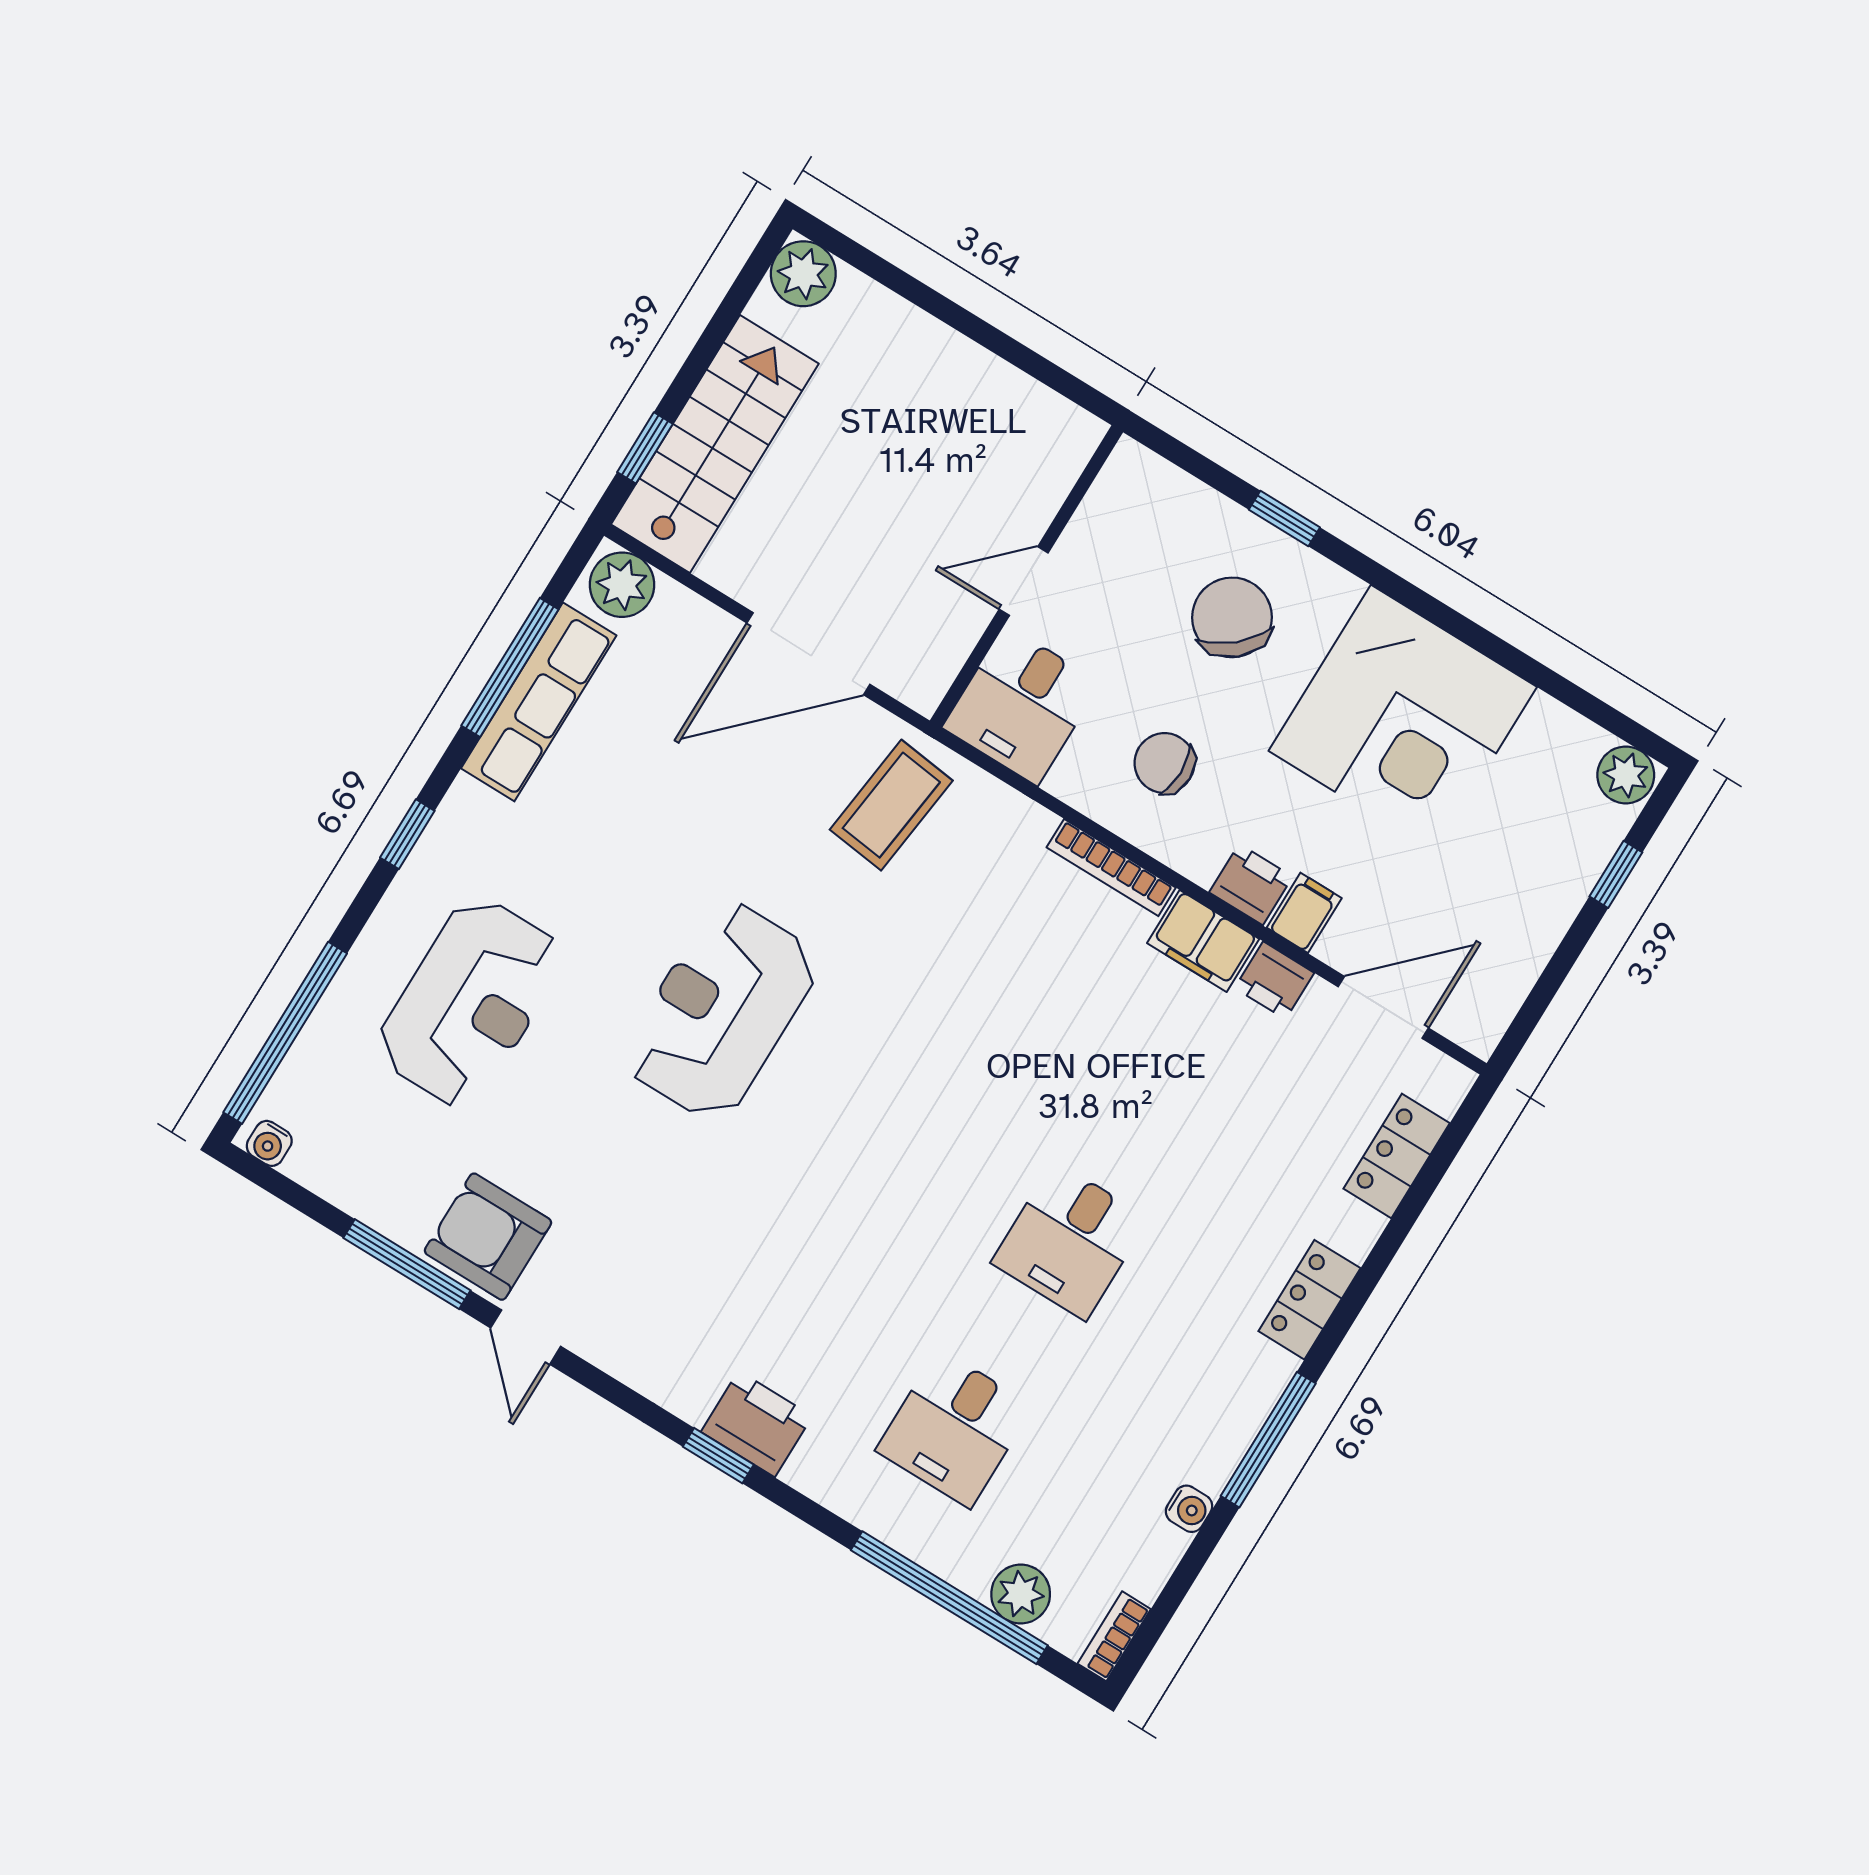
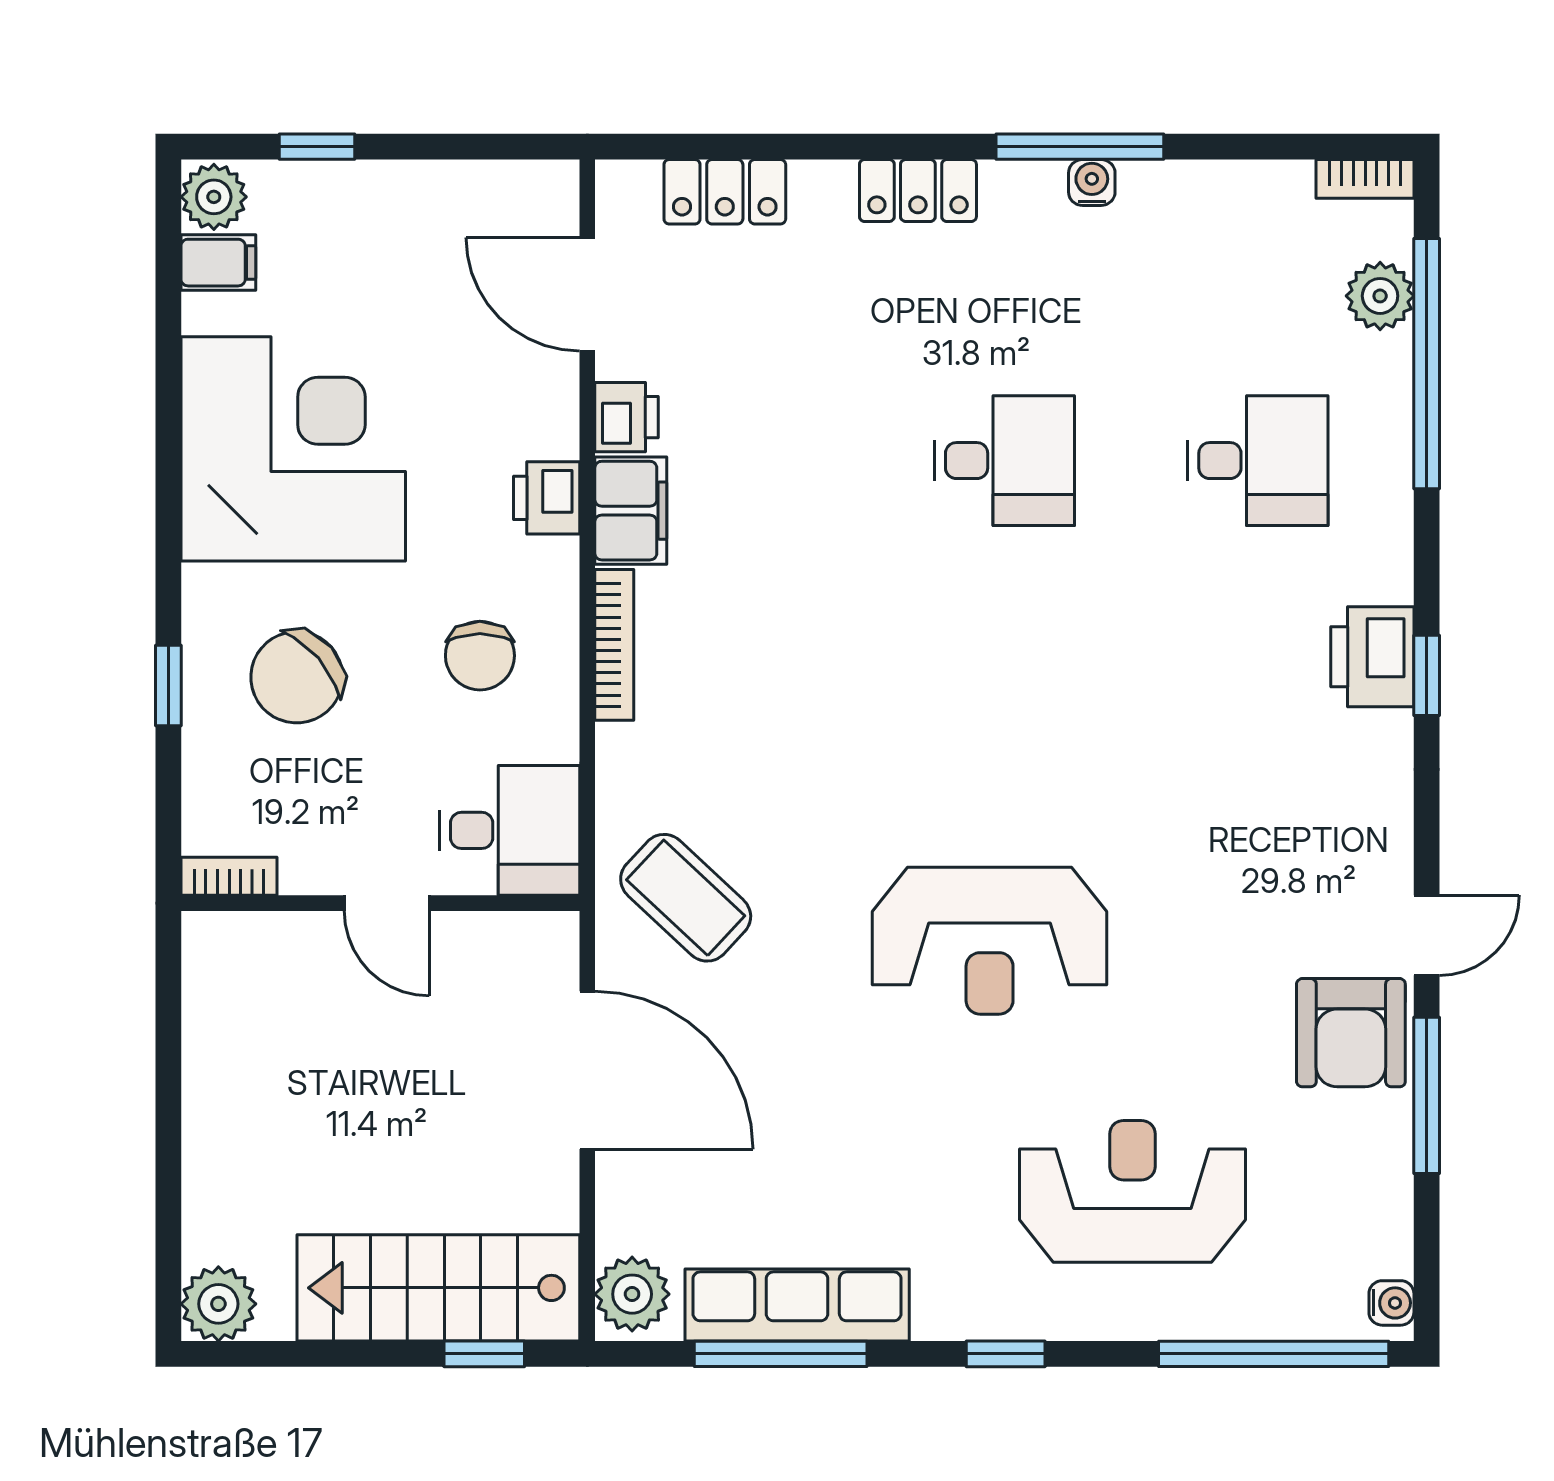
bookcase: (1115, 476) -> (229, 876), added
coffee table: (891, 805) -> (686, 898), turned 36
filing cabinet: (1304, 913) -> (218, 263), moved, turned 180
water cooler: (1189, 1509) -> (1092, 182), moved

